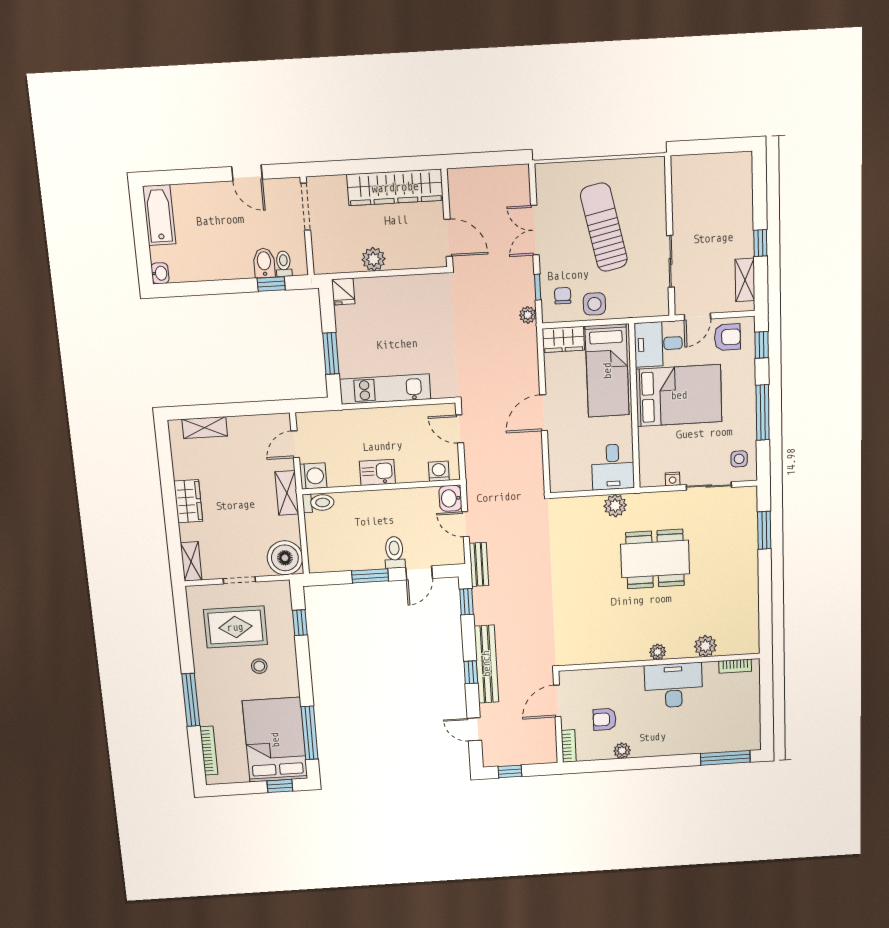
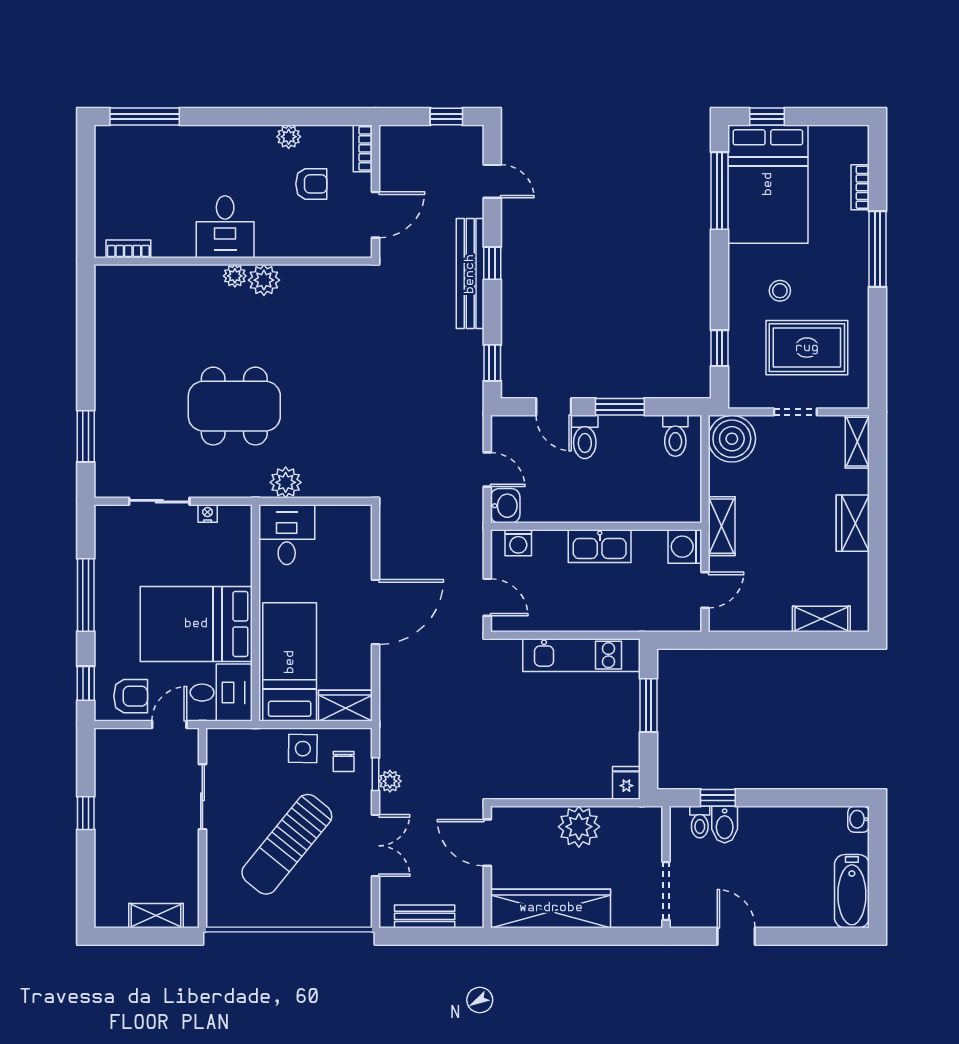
sun lounger: (604, 227) -> (287, 844), turned 51
plant: (374, 259) -> (579, 827), width x1.36, depth x1.36
shelving: (745, 280) -> (156, 916), moved, turned 90
plant: (528, 315) -> (390, 781), moved
armchair: (727, 337) -> (131, 696), turned 180
door: (544, 413) -> (376, 612), width x1.36
side table: (739, 459) -> (118, 535), removed
kitchen sink: (377, 472) -> (600, 546), width x1.38
toilet: (318, 503) -> (675, 436), moved, turned -90
bench: (479, 564) -> (425, 916), moved, turned 90
door: (419, 573) -> (554, 407), swing flipped
plant: (705, 646) -> (264, 280), moved
desk: (673, 685) -> (225, 227), width x0.73
bookcase: (209, 751) -> (860, 187), width x0.64

